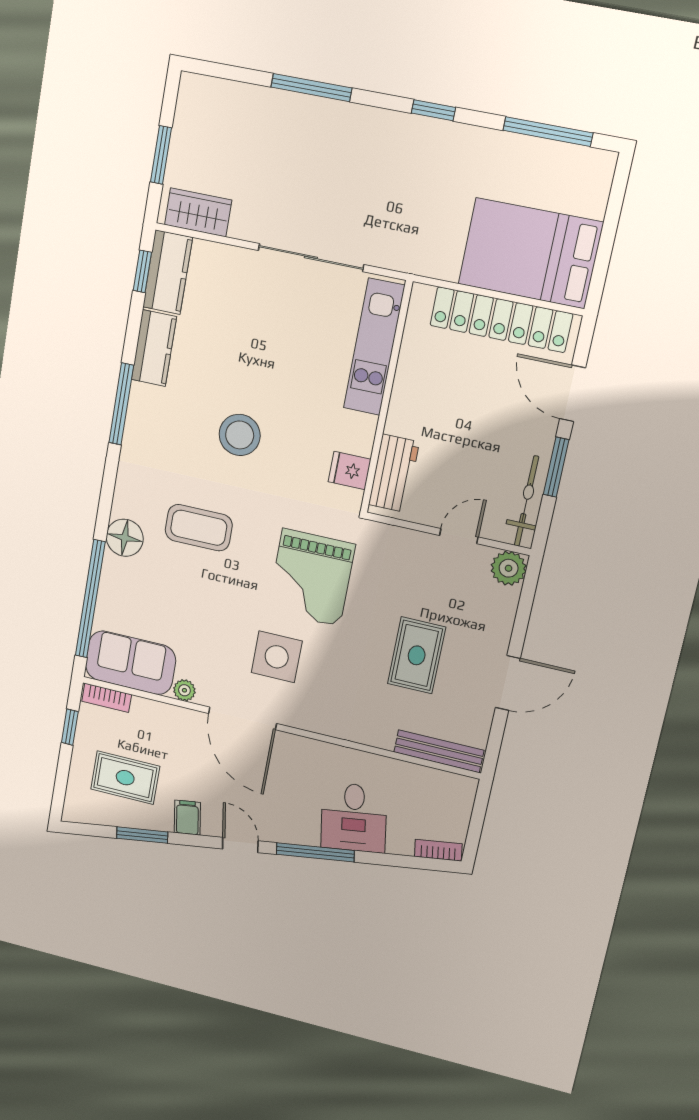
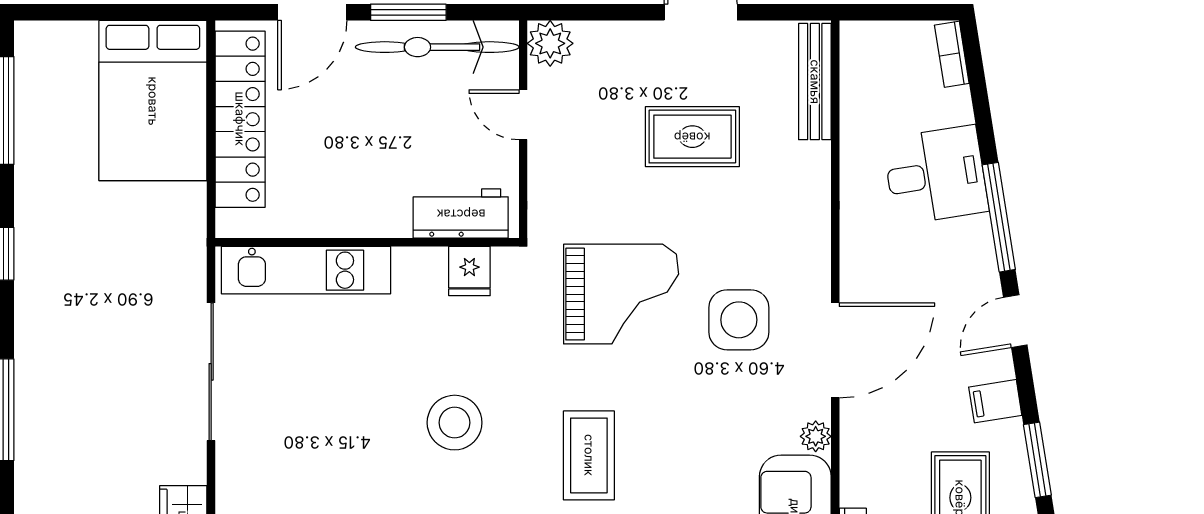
bicycle: (526, 501) -> (437, 47), width x1.37, depth x1.40

